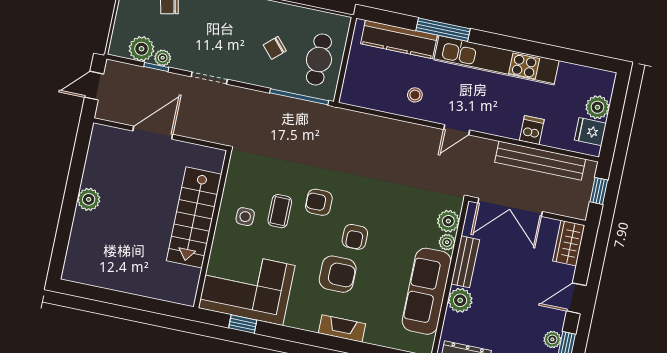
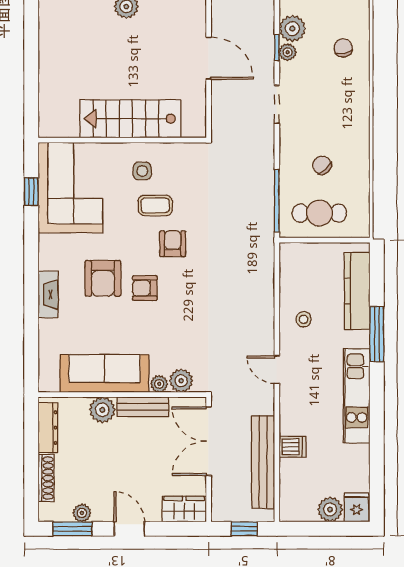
kitchen unit: (497, 60) -> (357, 396), width x0.73
fridge: (590, 132) -> (357, 507), moved

